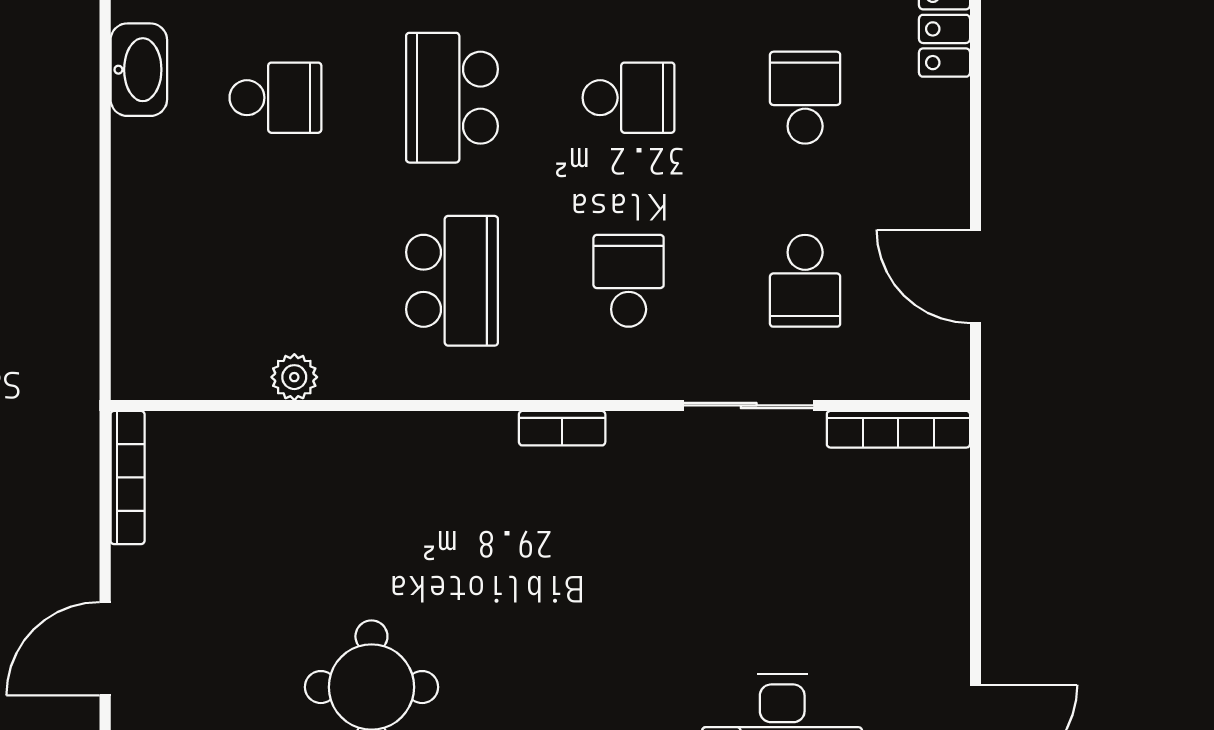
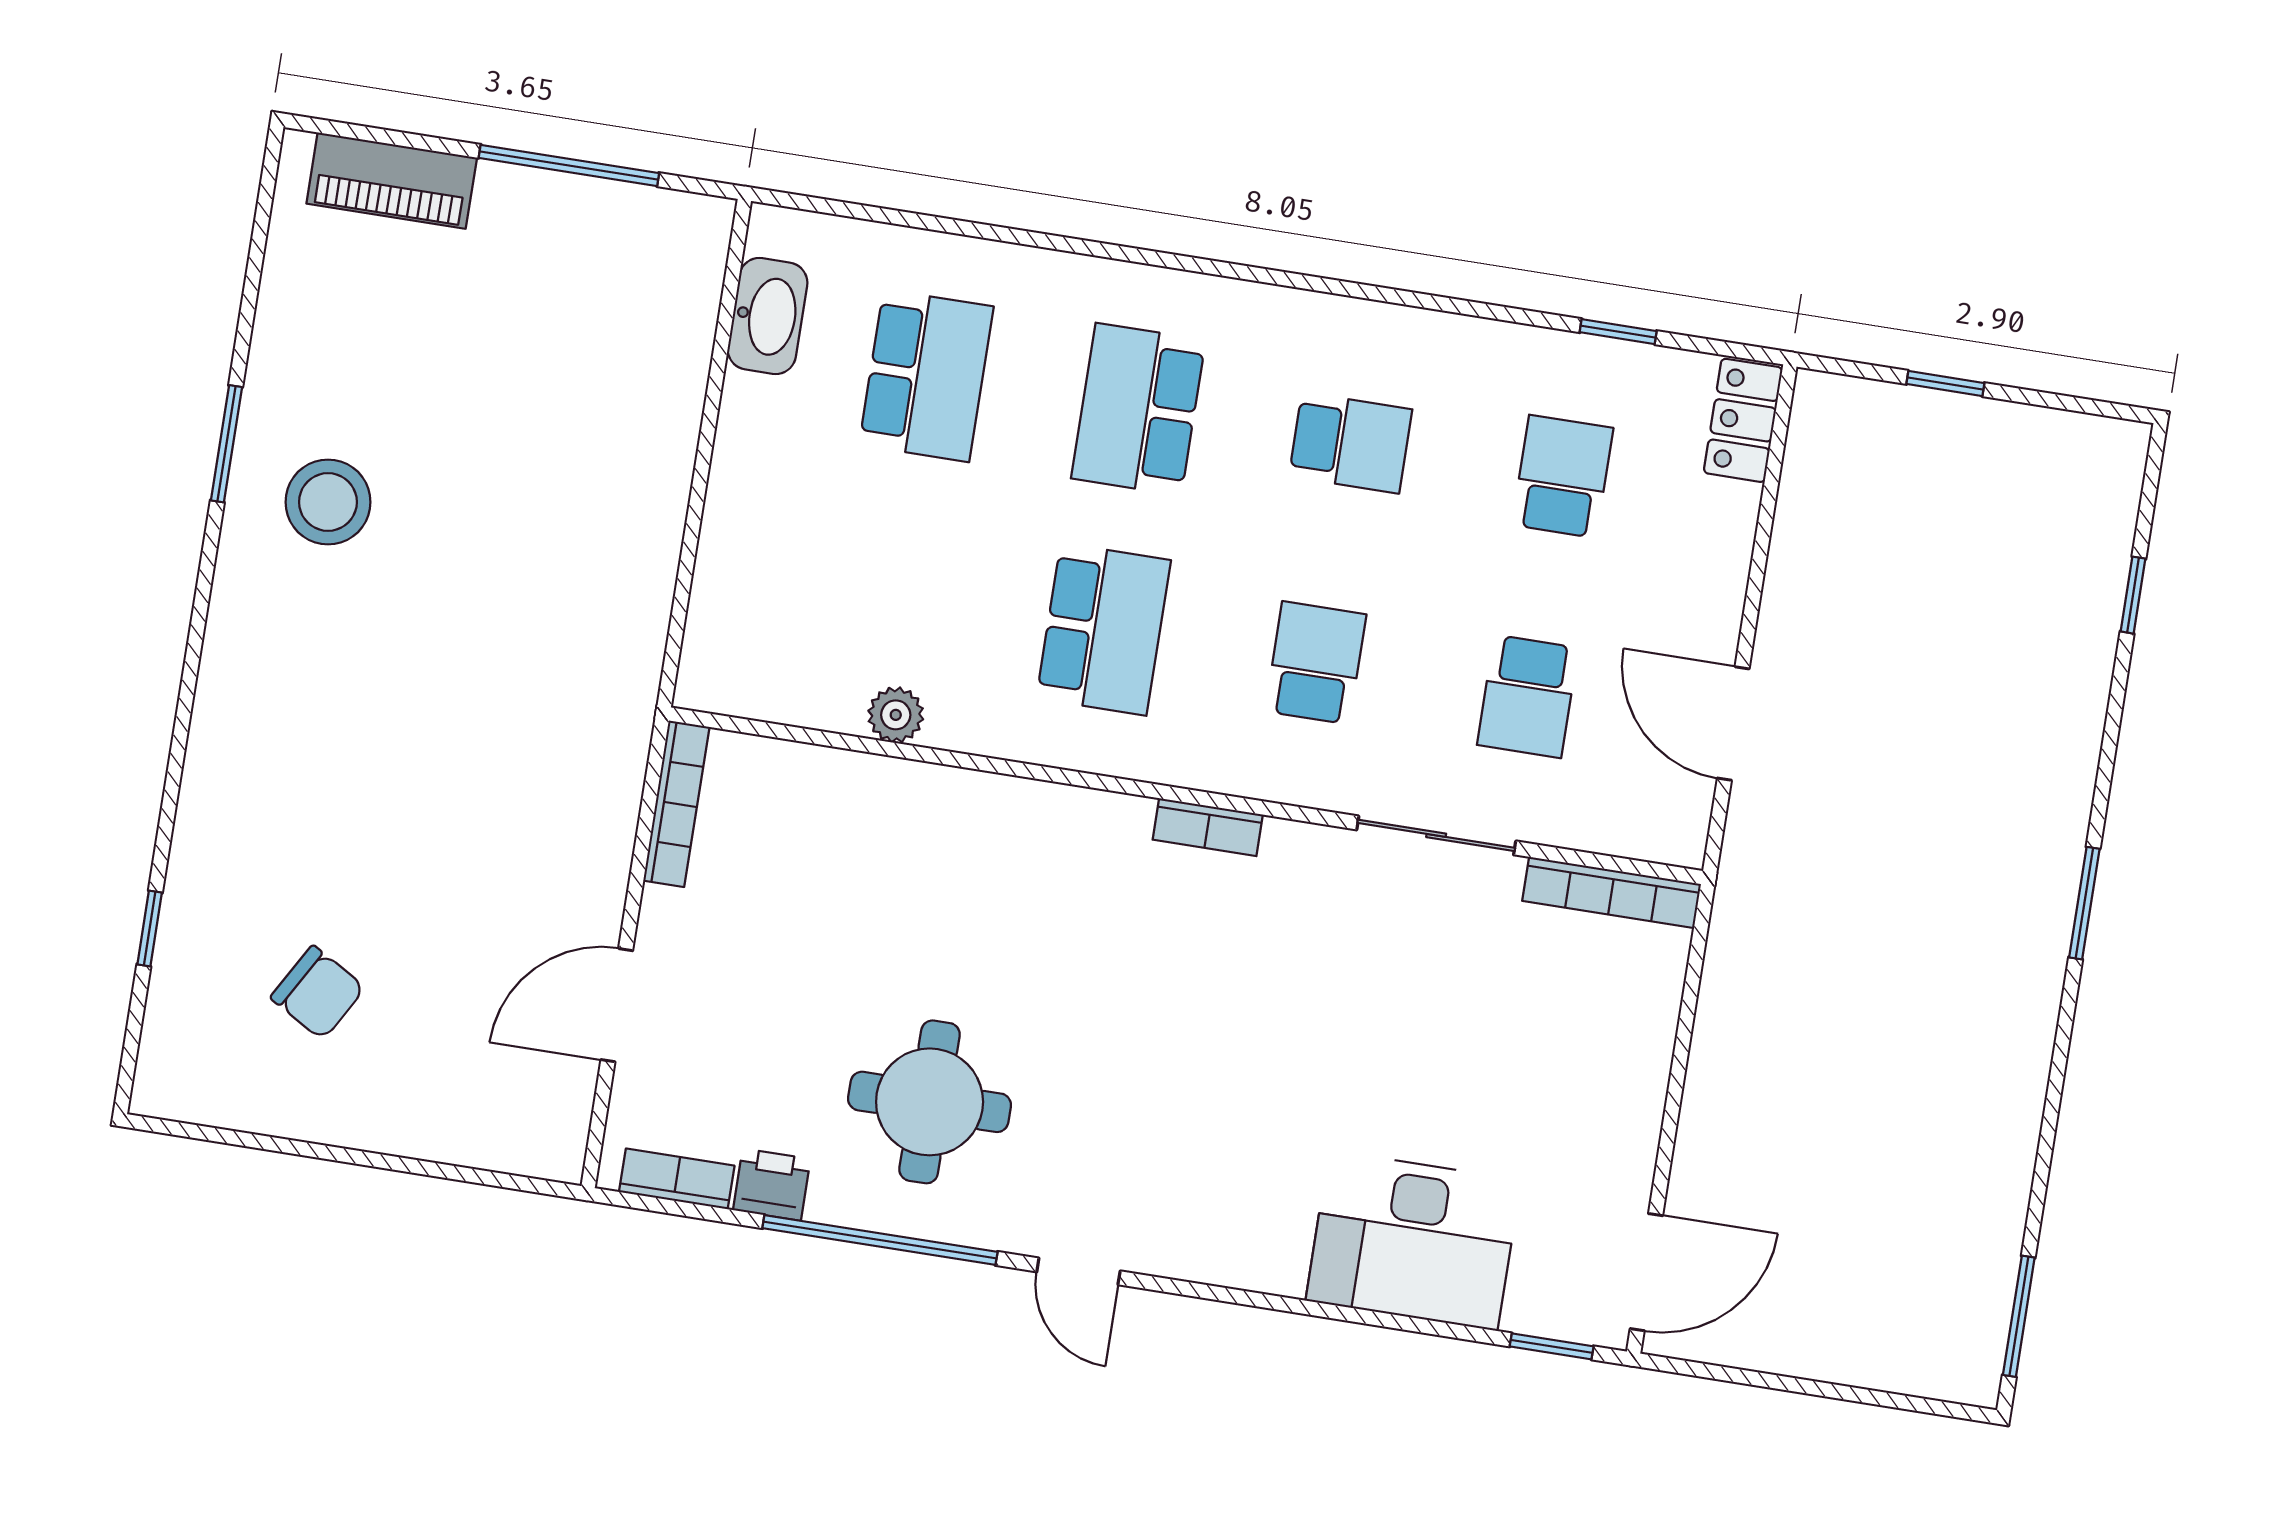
school desk: (275, 98) -> (926, 376), width x1.85

